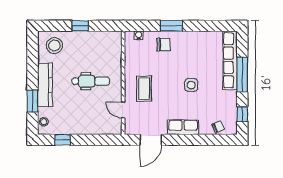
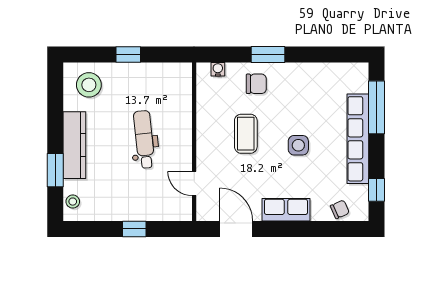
row of seats: (230, 60) -> (358, 139), moved
window: (242, 75) -> (376, 107), moved
dental chair: (90, 81) -> (144, 139), turned -96
coffee table: (144, 89) -> (246, 134), moved
window: (63, 140) -> (134, 229), moved
door: (151, 140) -> (236, 229), swing flipped

